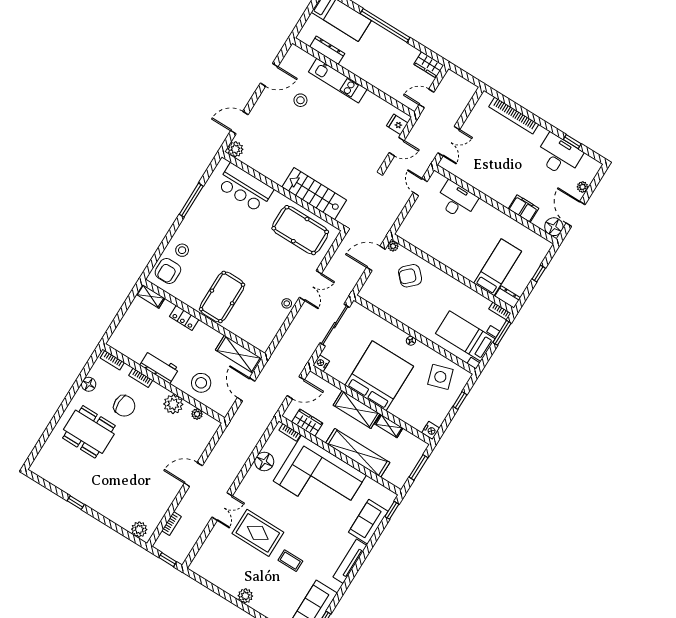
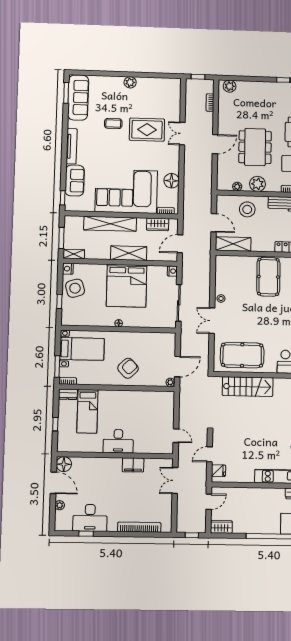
window: (464, 75) -> (192, 535), added
desk: (457, 200) -> (118, 441), moved
filing cabinet: (524, 209) -> (133, 465), moved
armchair: (410, 276) -> (128, 368), moved
side table: (440, 377) -> (75, 288), moved
shelving: (389, 426) -> (74, 254), moved
dining table: (152, 446) -> (255, 147), added

